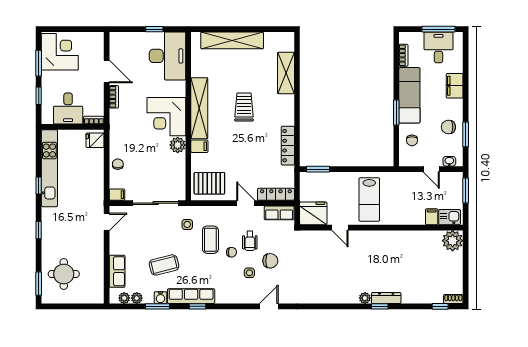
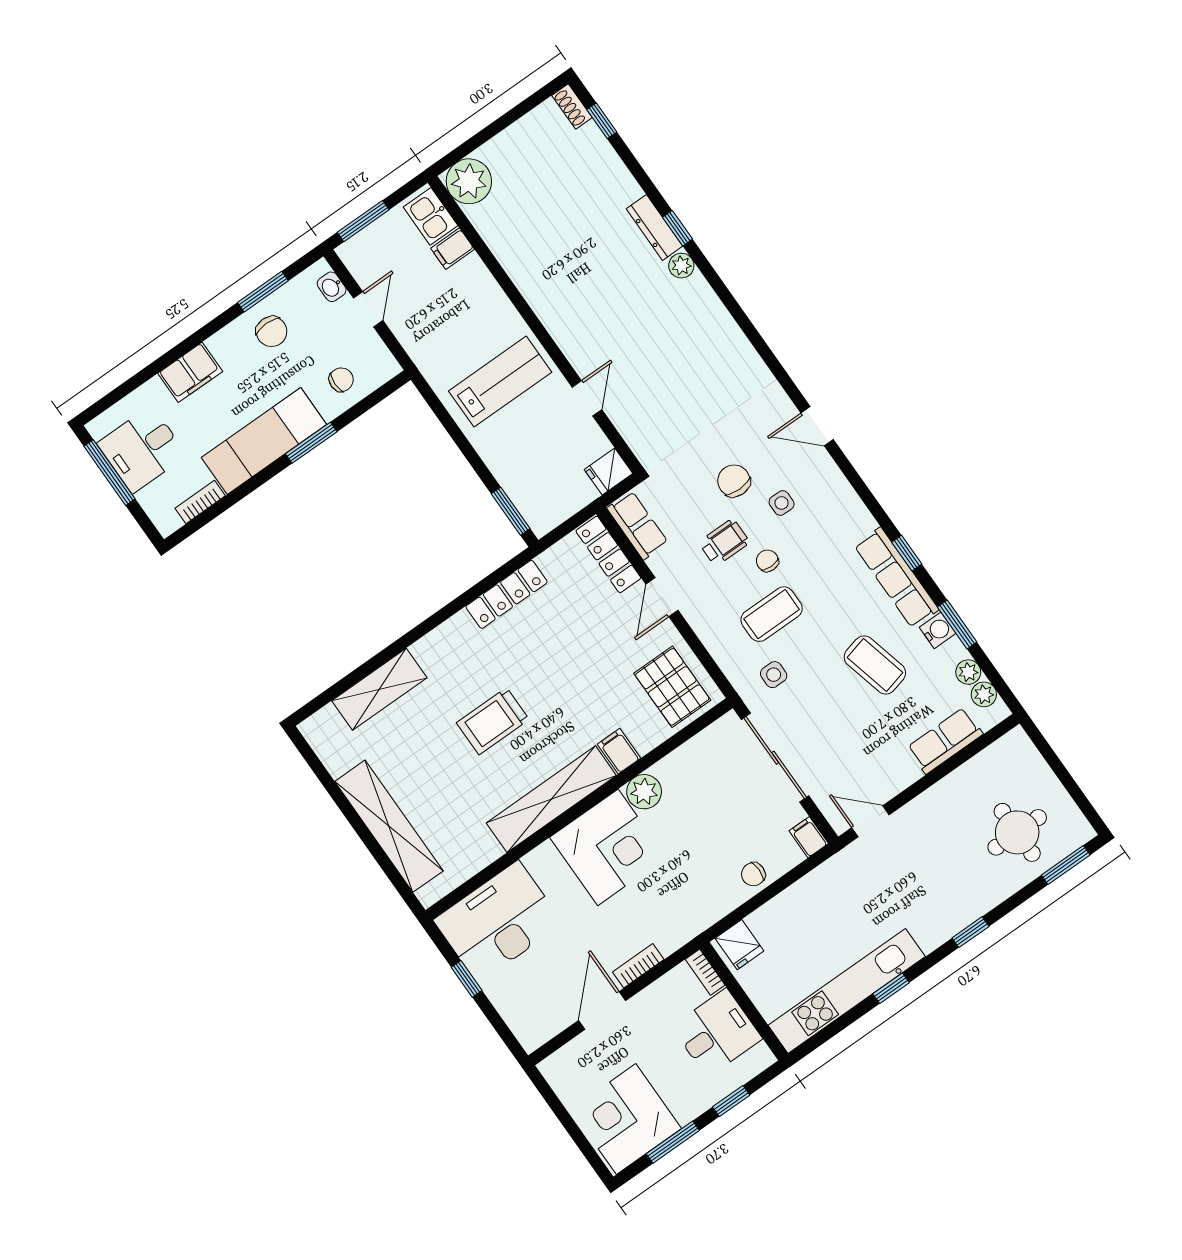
fridge: (313, 213) -> (608, 471), width x0.53, depth x0.75

